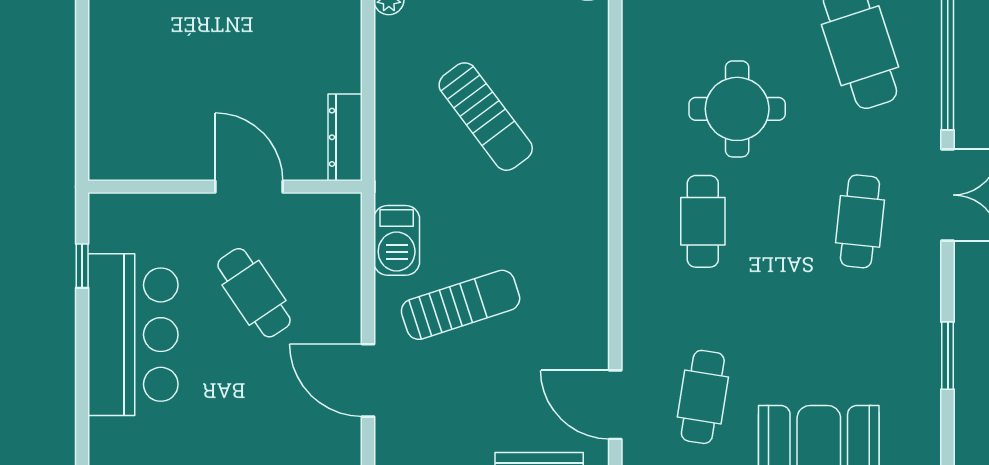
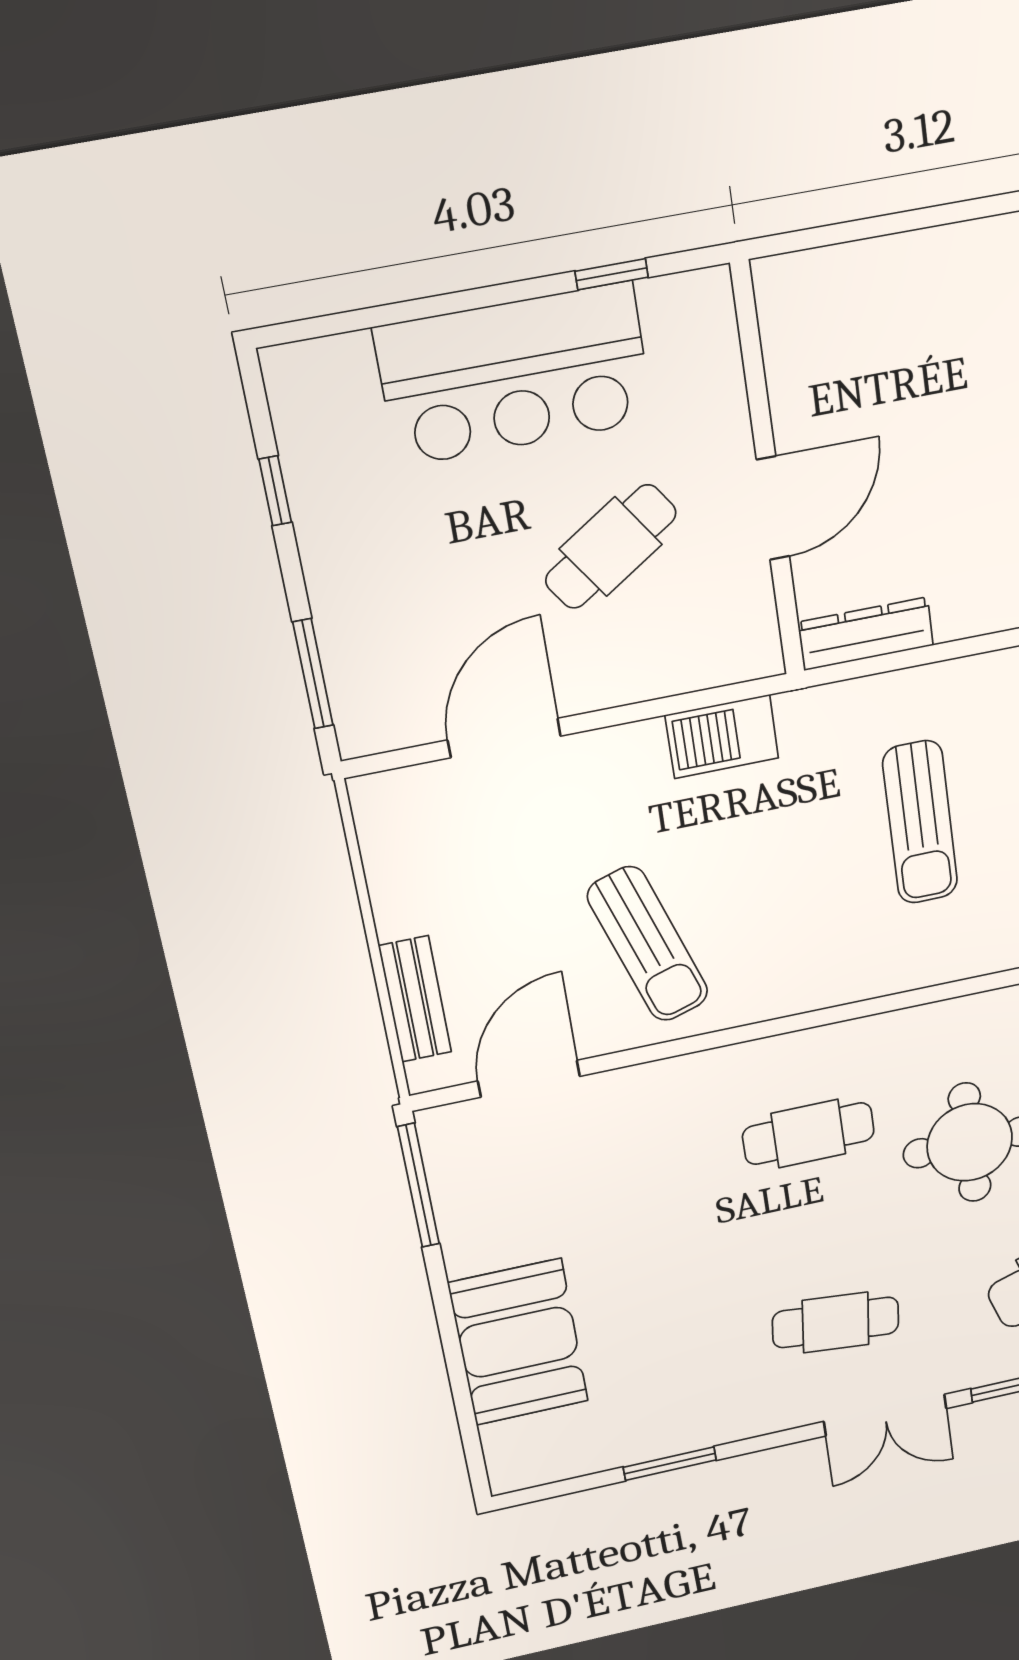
sun lounger: (486, 117) -> (920, 822), turned -53
sun lounger: (461, 305) -> (648, 944), moved
cafe table: (703, 397) -> (560, 1187), removed

